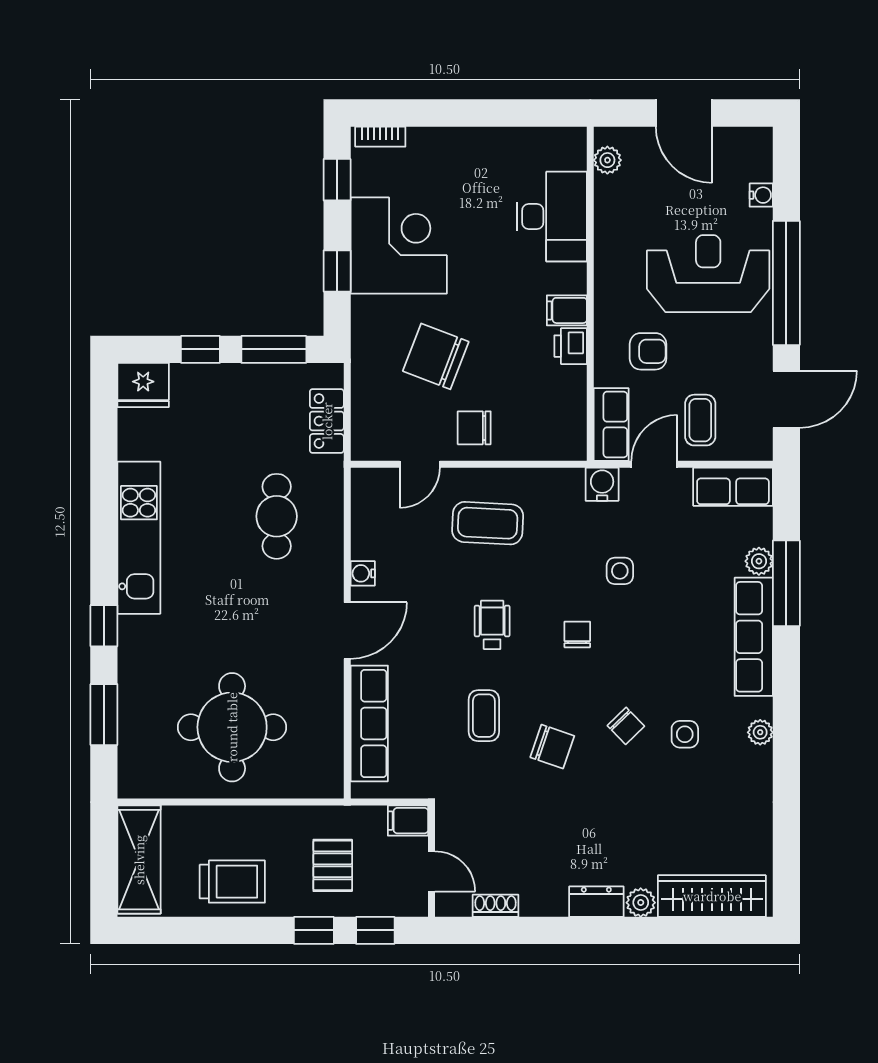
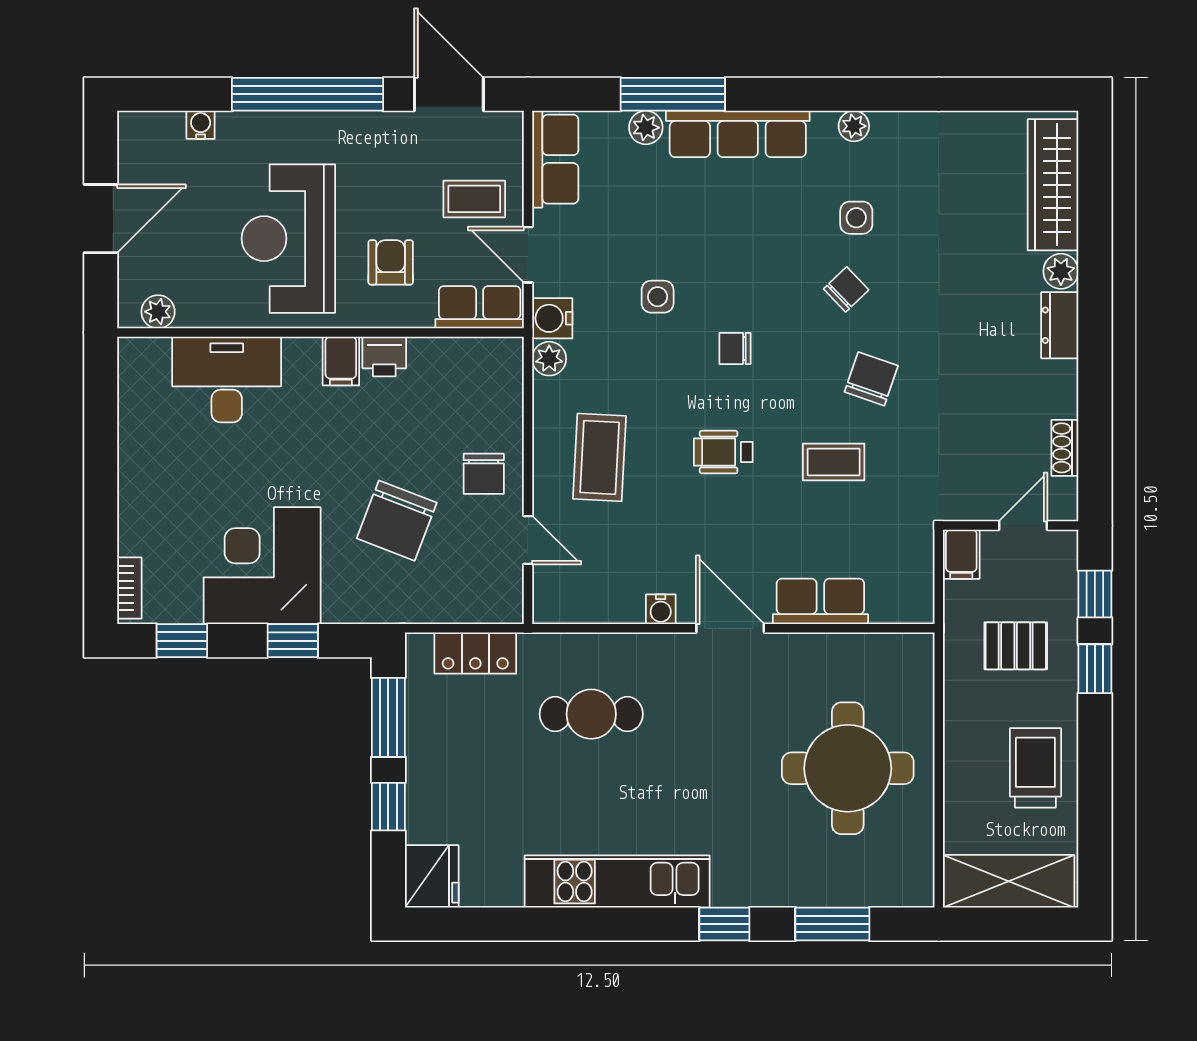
reception desk: (708, 274) -> (288, 239), moved
plant: (569, 482) -> (549, 359), added
row of seats: (369, 723) -> (820, 601), width x0.68

